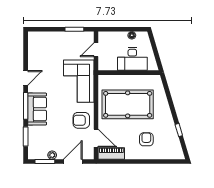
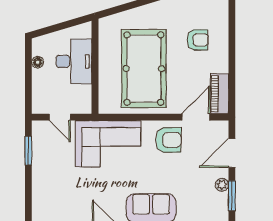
armchair: (81, 120) -> (168, 140), turned -90
armchair: (146, 139) -> (198, 40), turned 180
door: (73, 162) -> (232, 153), hinge flipped

